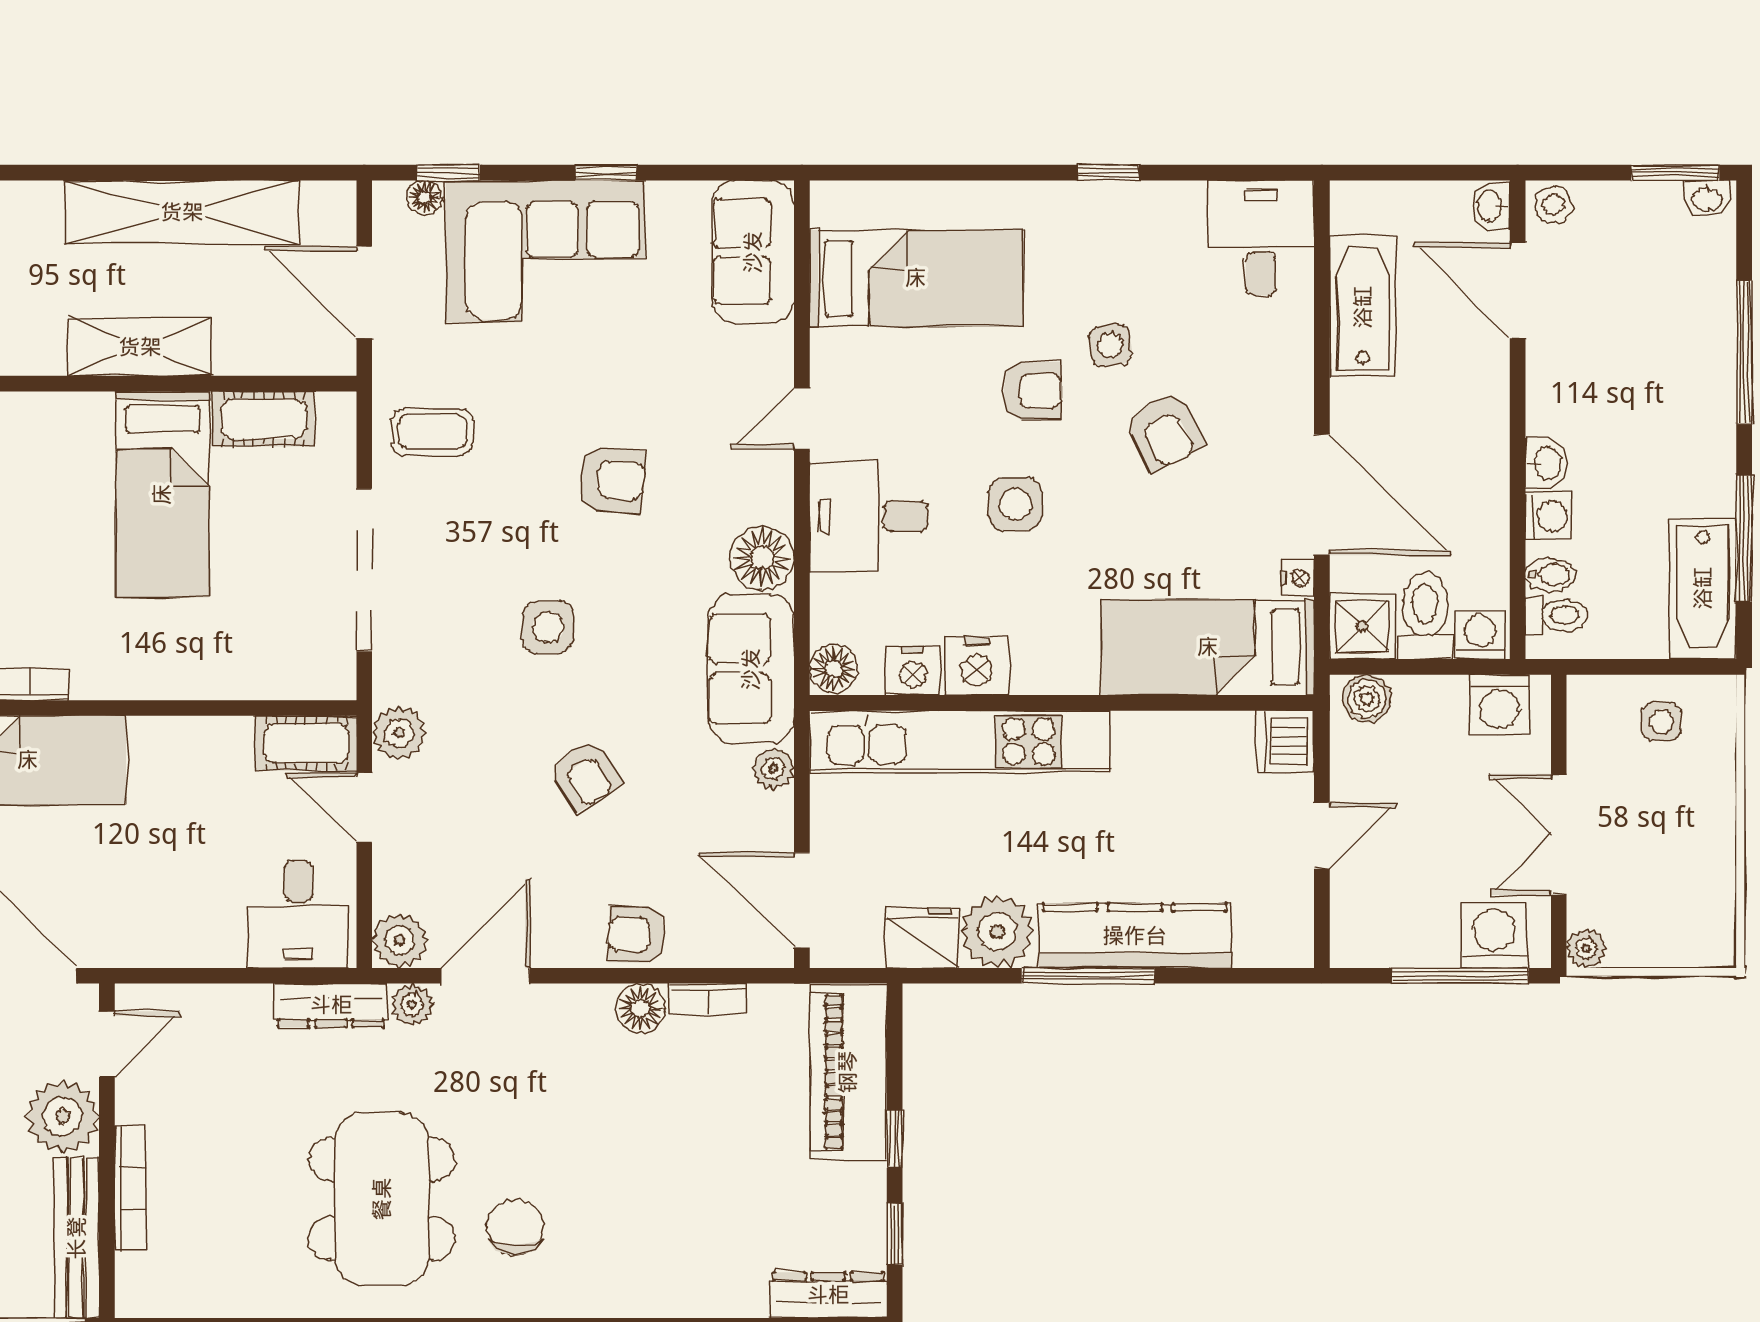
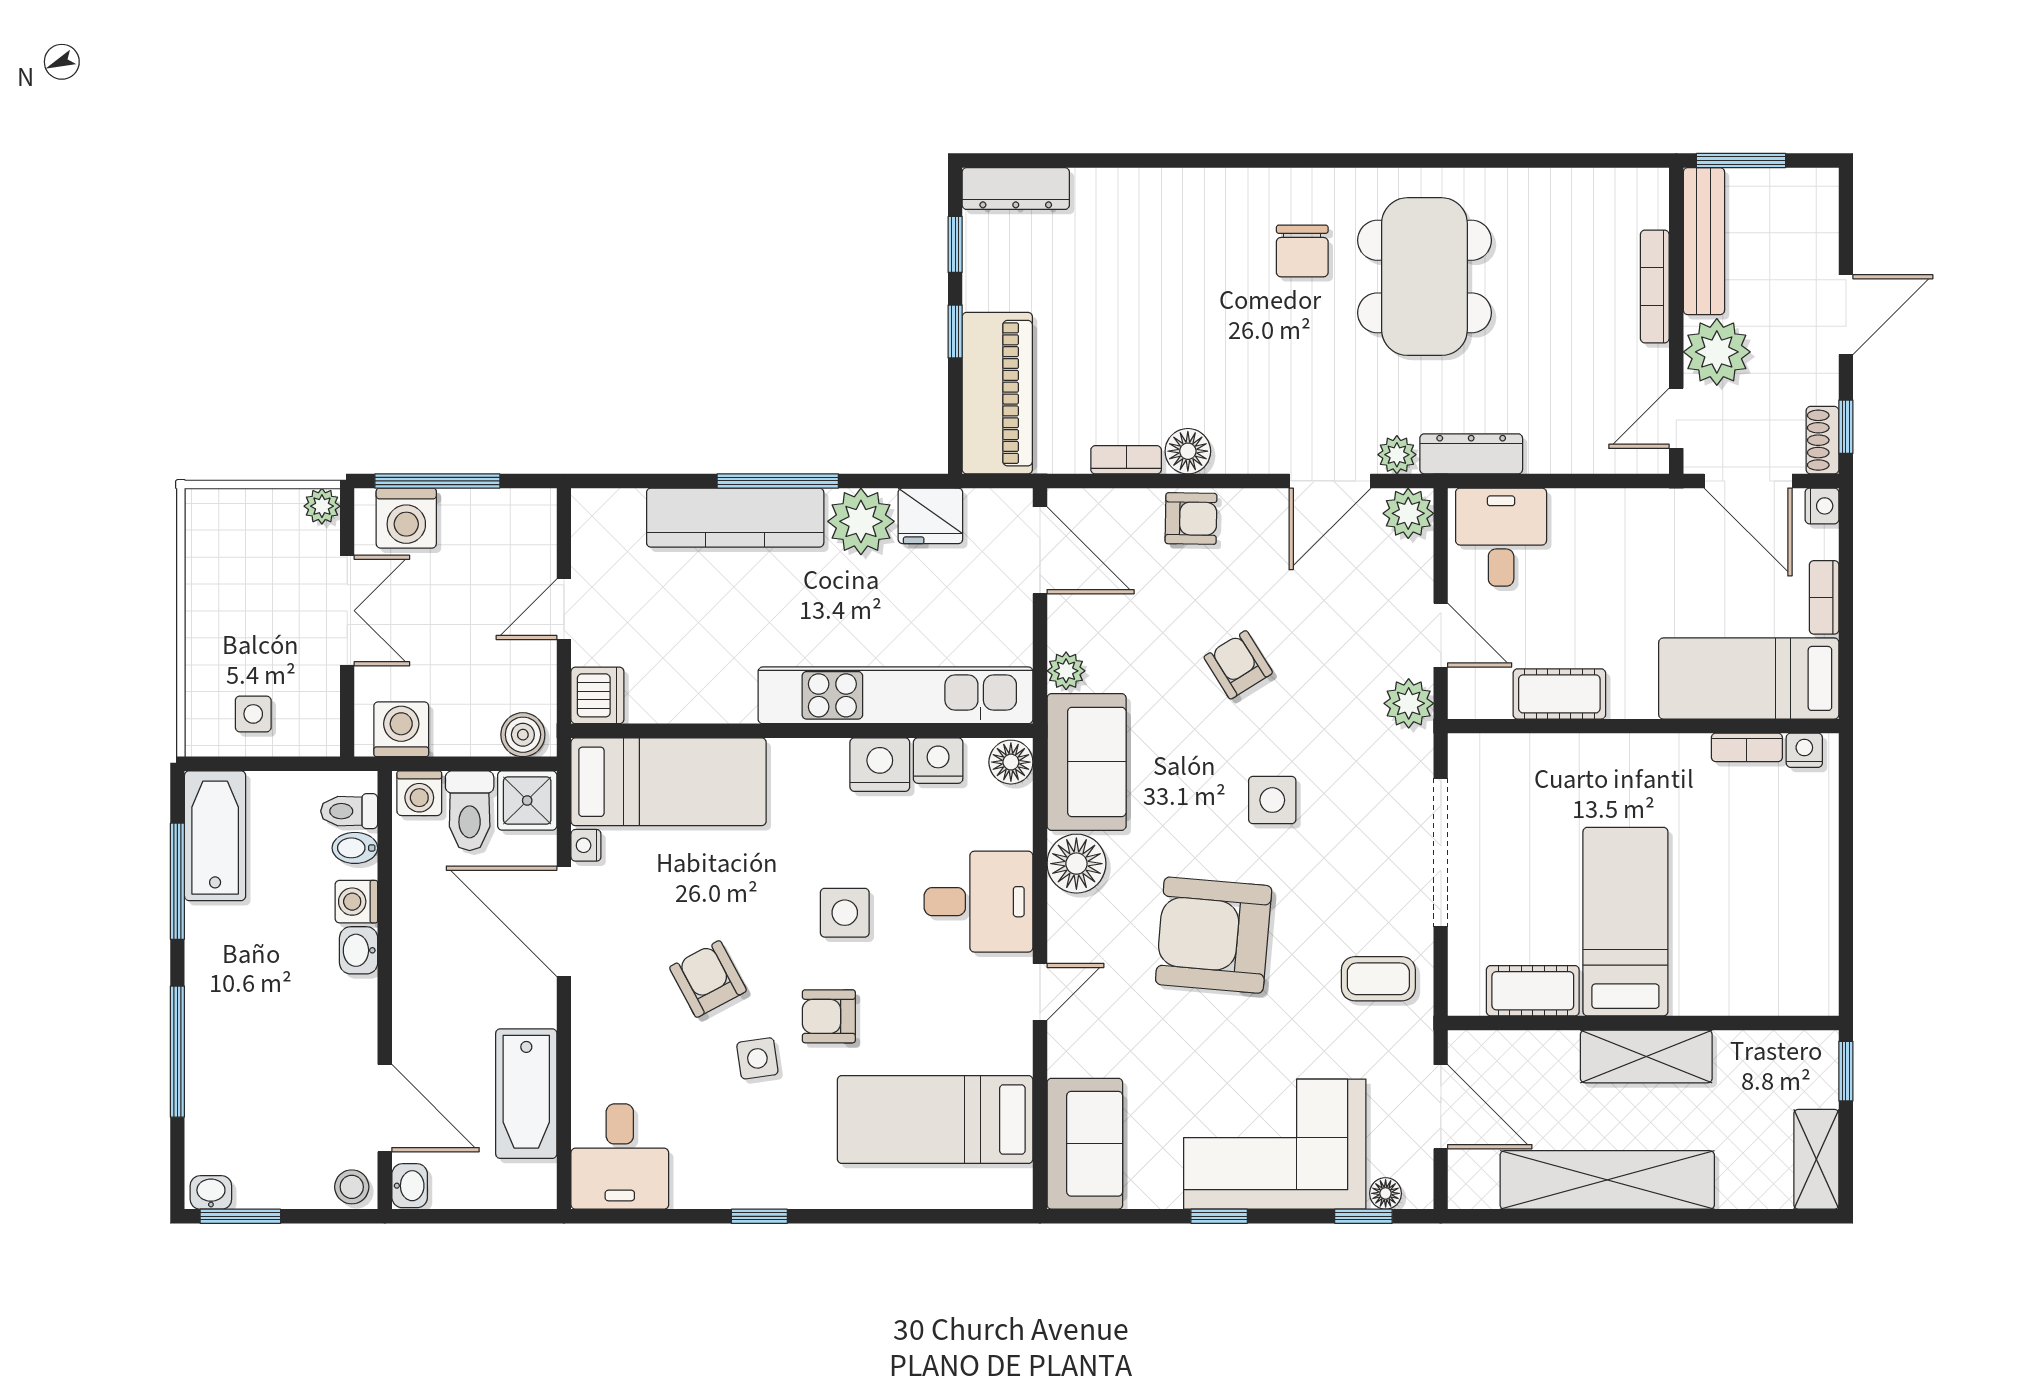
armchair: (612, 480) -> (1214, 935), width x1.88, depth x1.88
cot: (306, 743) -> (1559, 694), moved

